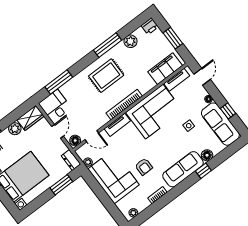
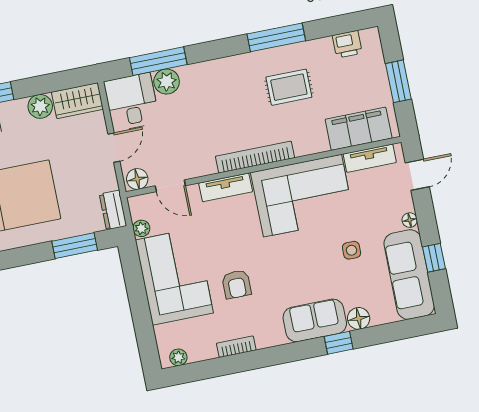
printer: (150, 26) -> (347, 44), moved
plant: (130, 41) -> (167, 82), moved
rug: (106, 76) -> (289, 87), moved, width x0.73, depth x0.70
sofa: (183, 169) -> (315, 320), width x0.73

